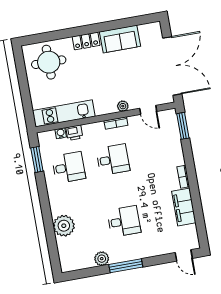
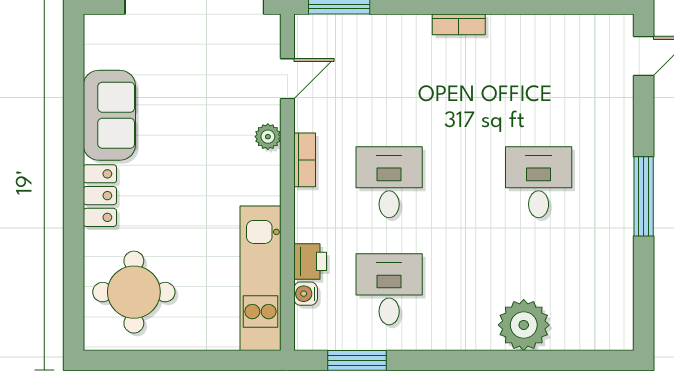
filing cabinet: (184, 207) -> (530, 36), removed
plant: (102, 259) -> (617, 250), removed

